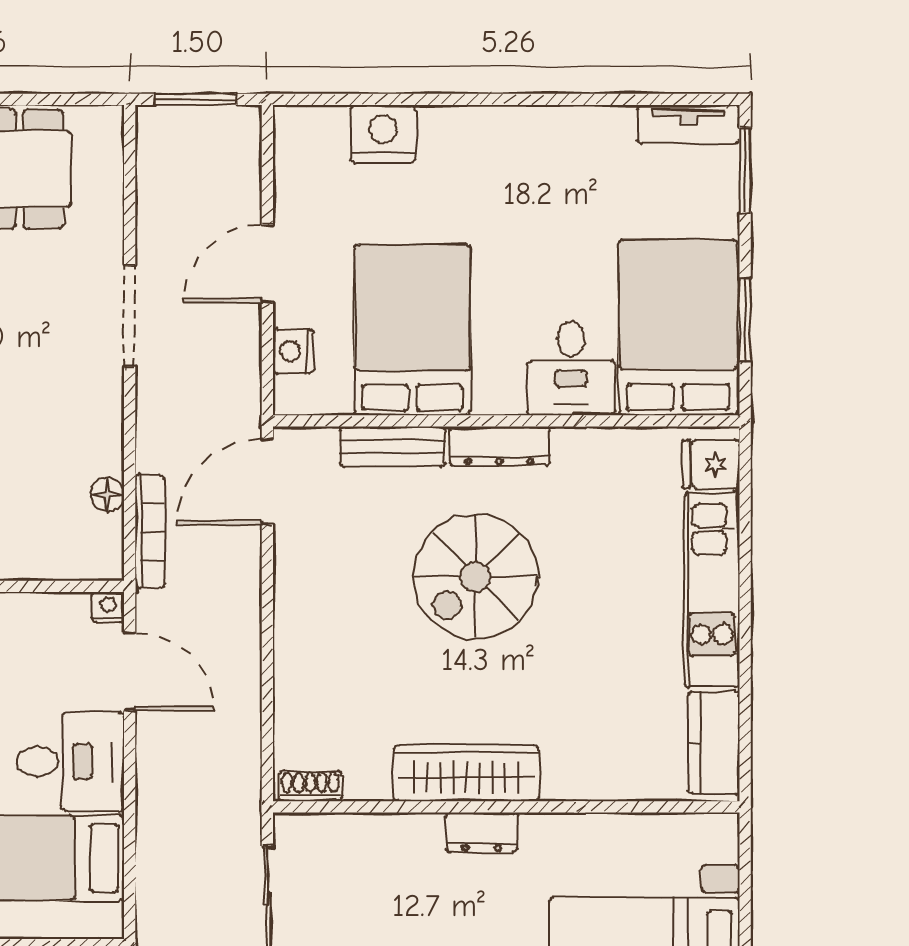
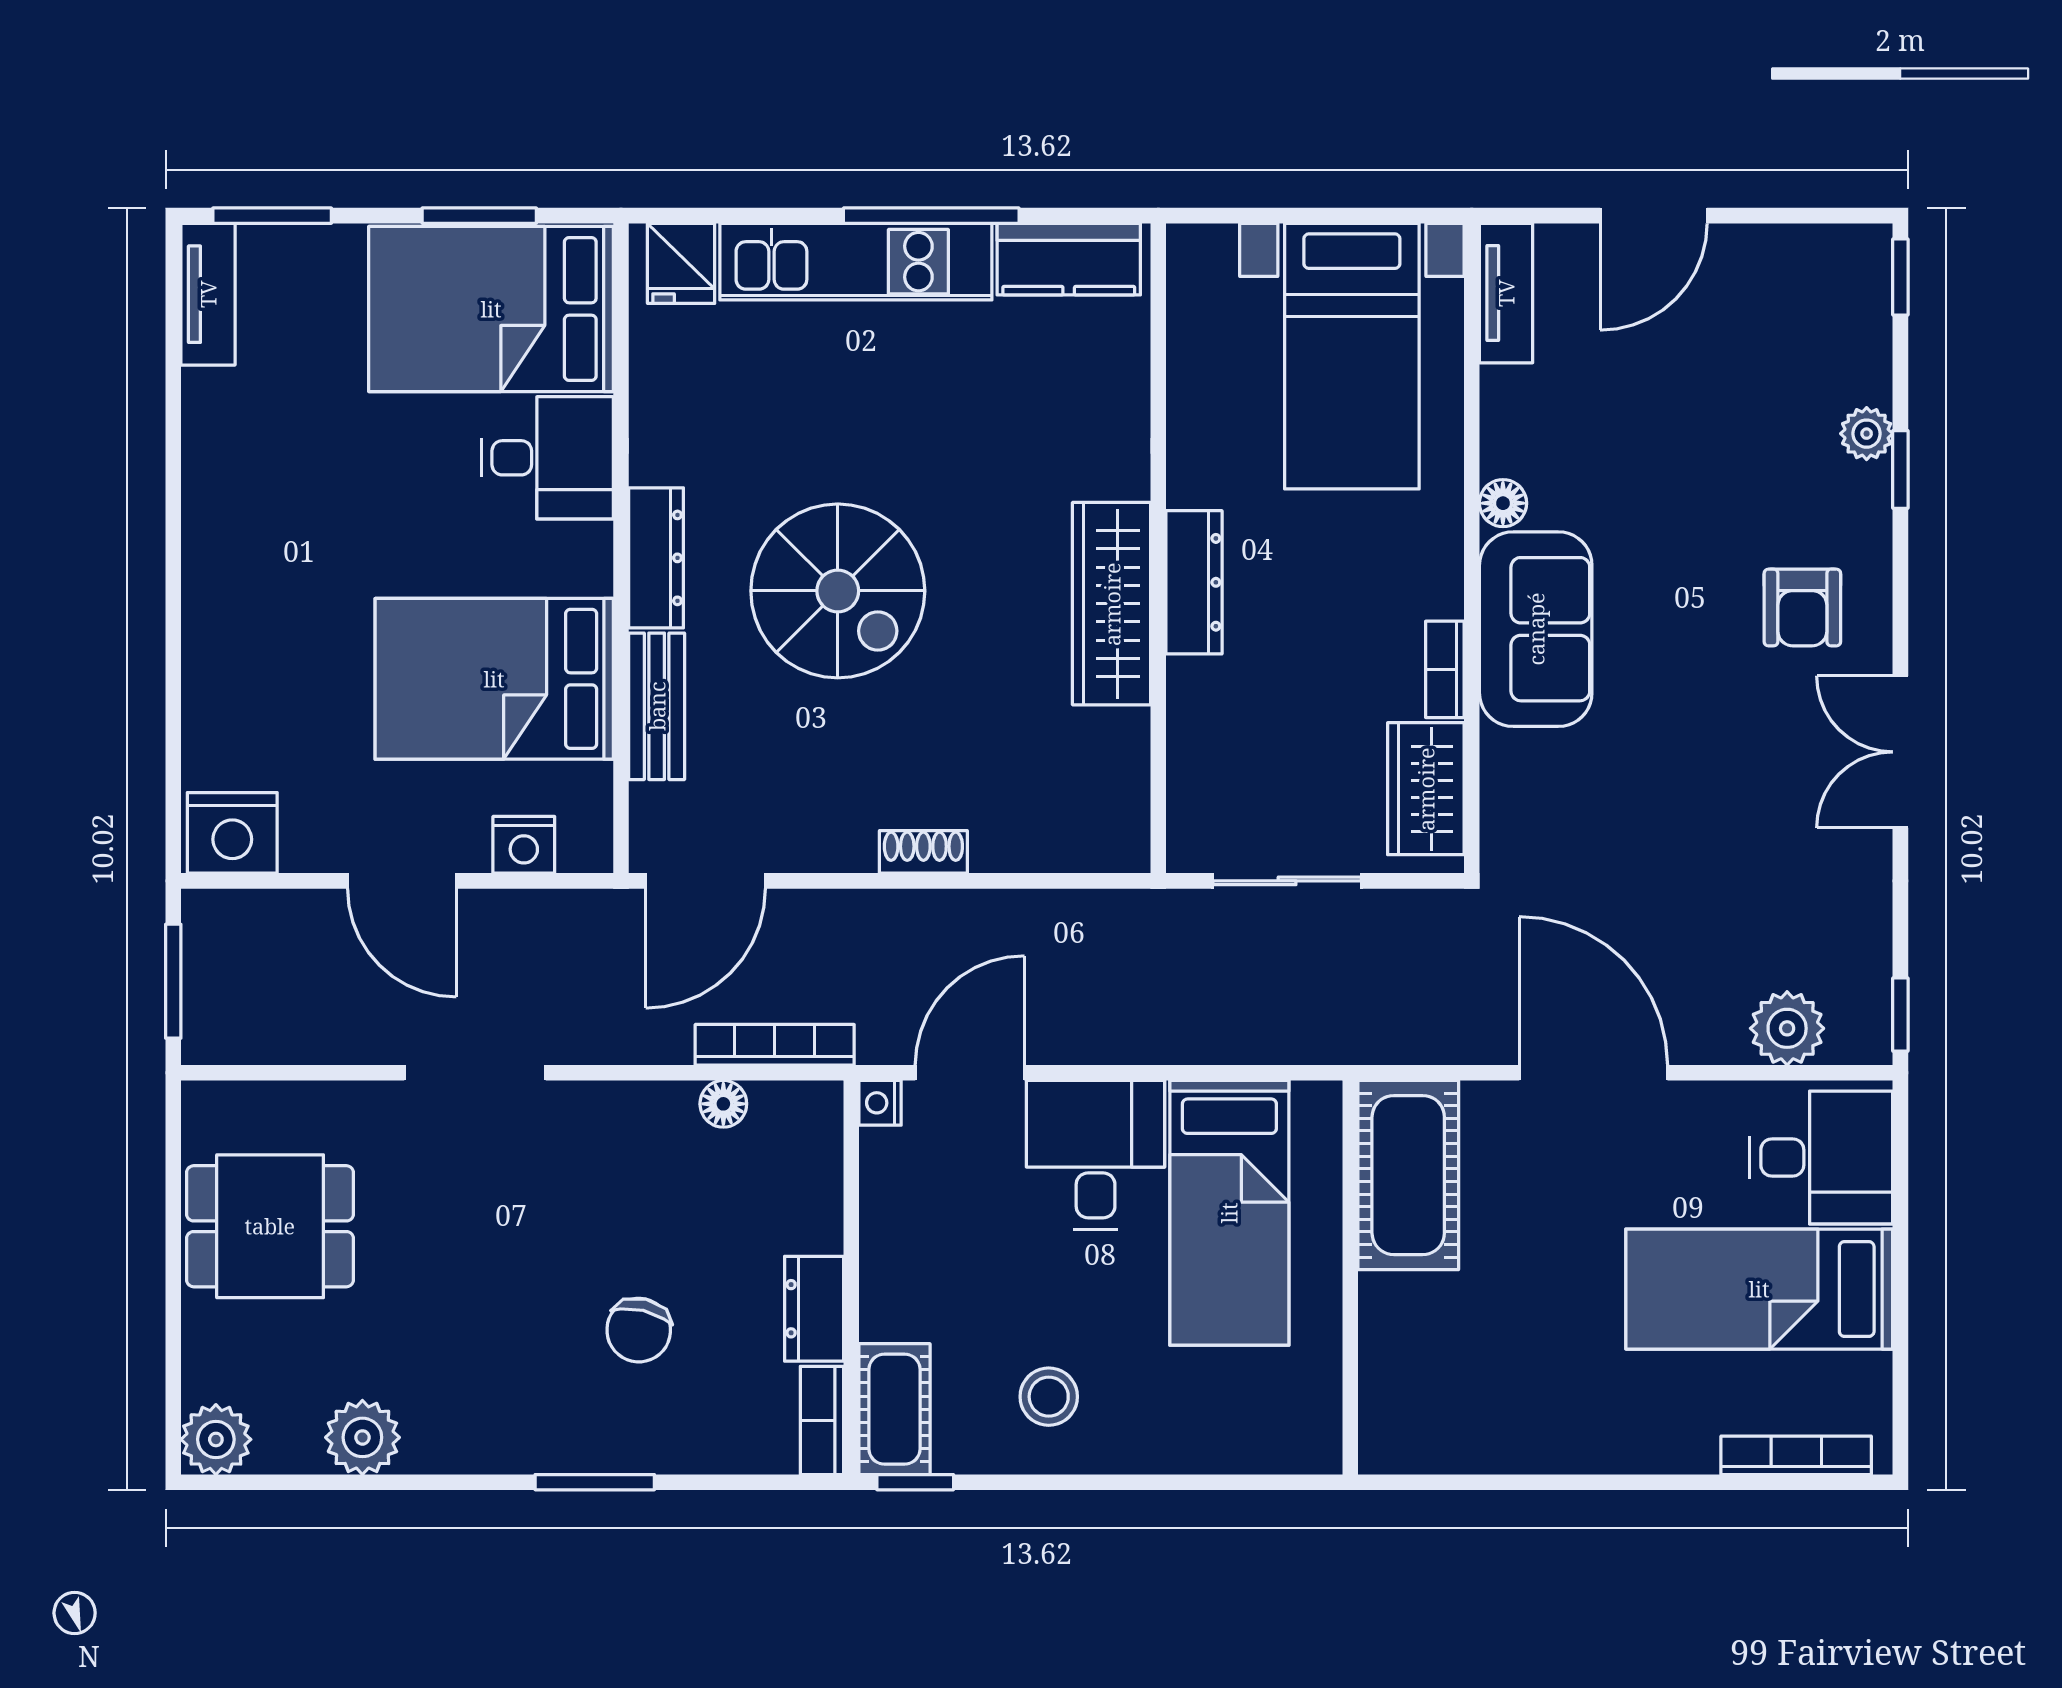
nightstand: (383, 134) -> (232, 833), moved, turned -90
door: (267, 482) -> (706, 881), hinge flipped
window: (745, 644) -> (931, 216), added
shoe rack: (310, 786) -> (923, 852), moved, turned 90
dresser: (482, 832) -> (1194, 582), width x1.44

